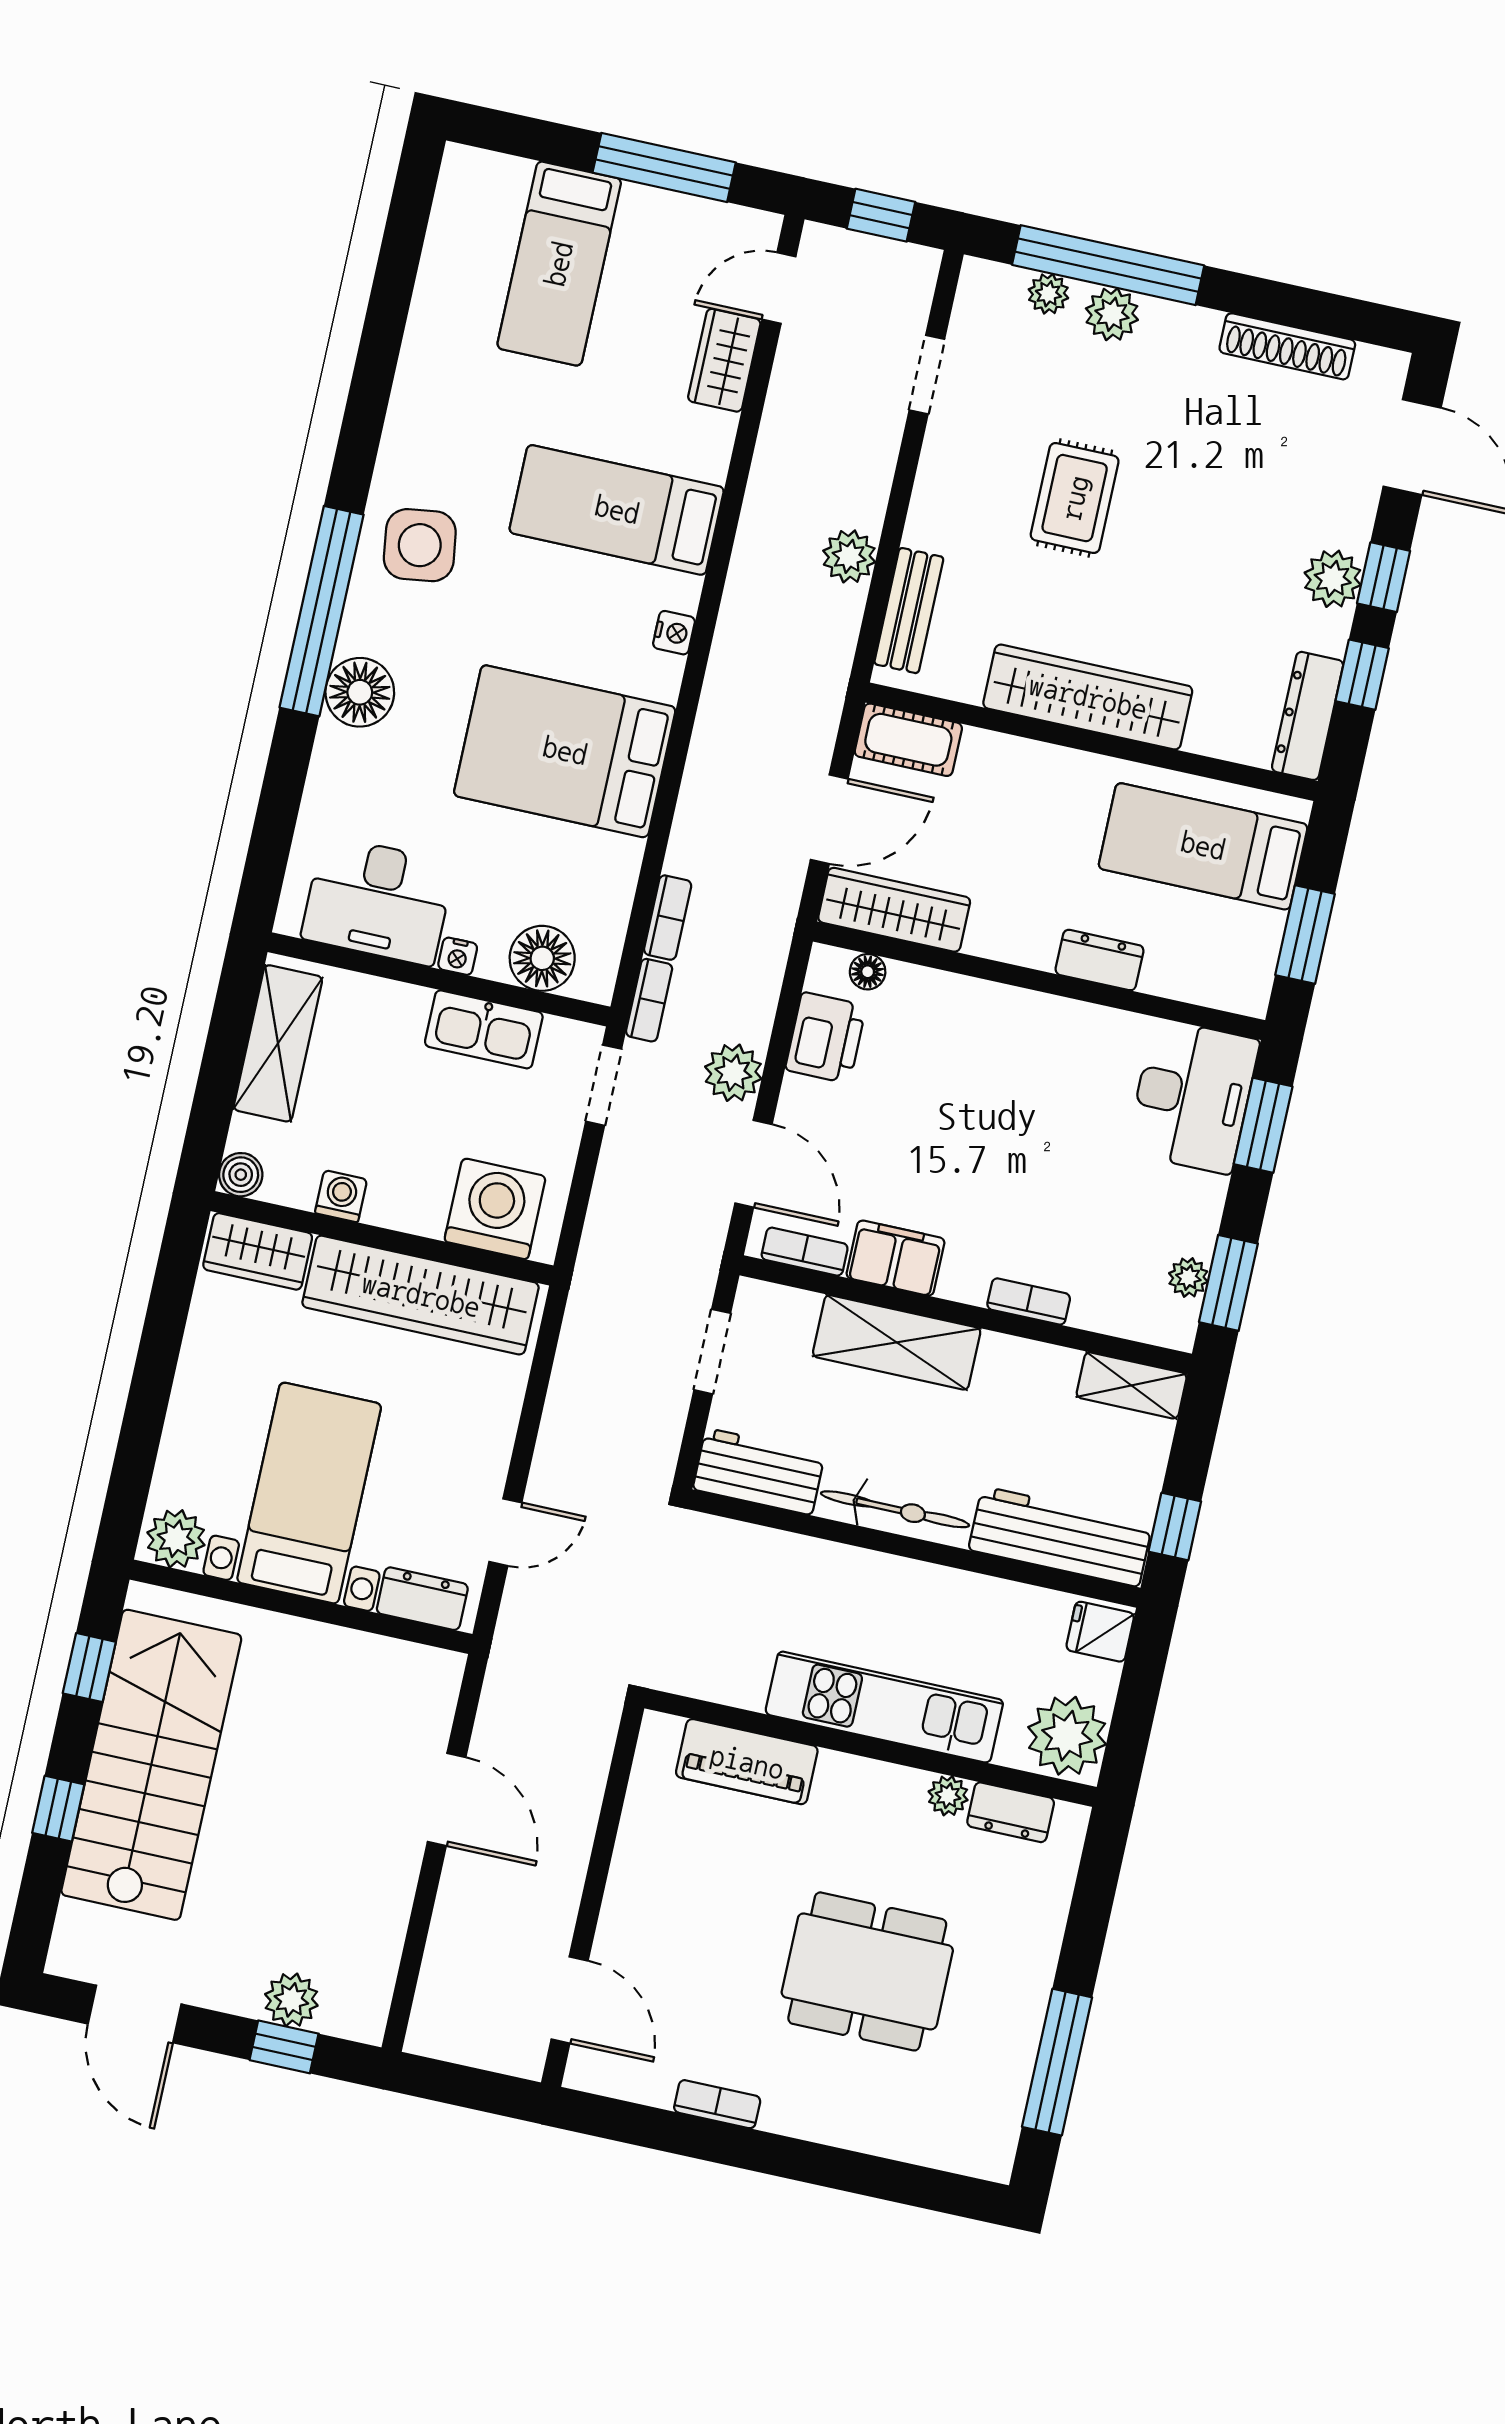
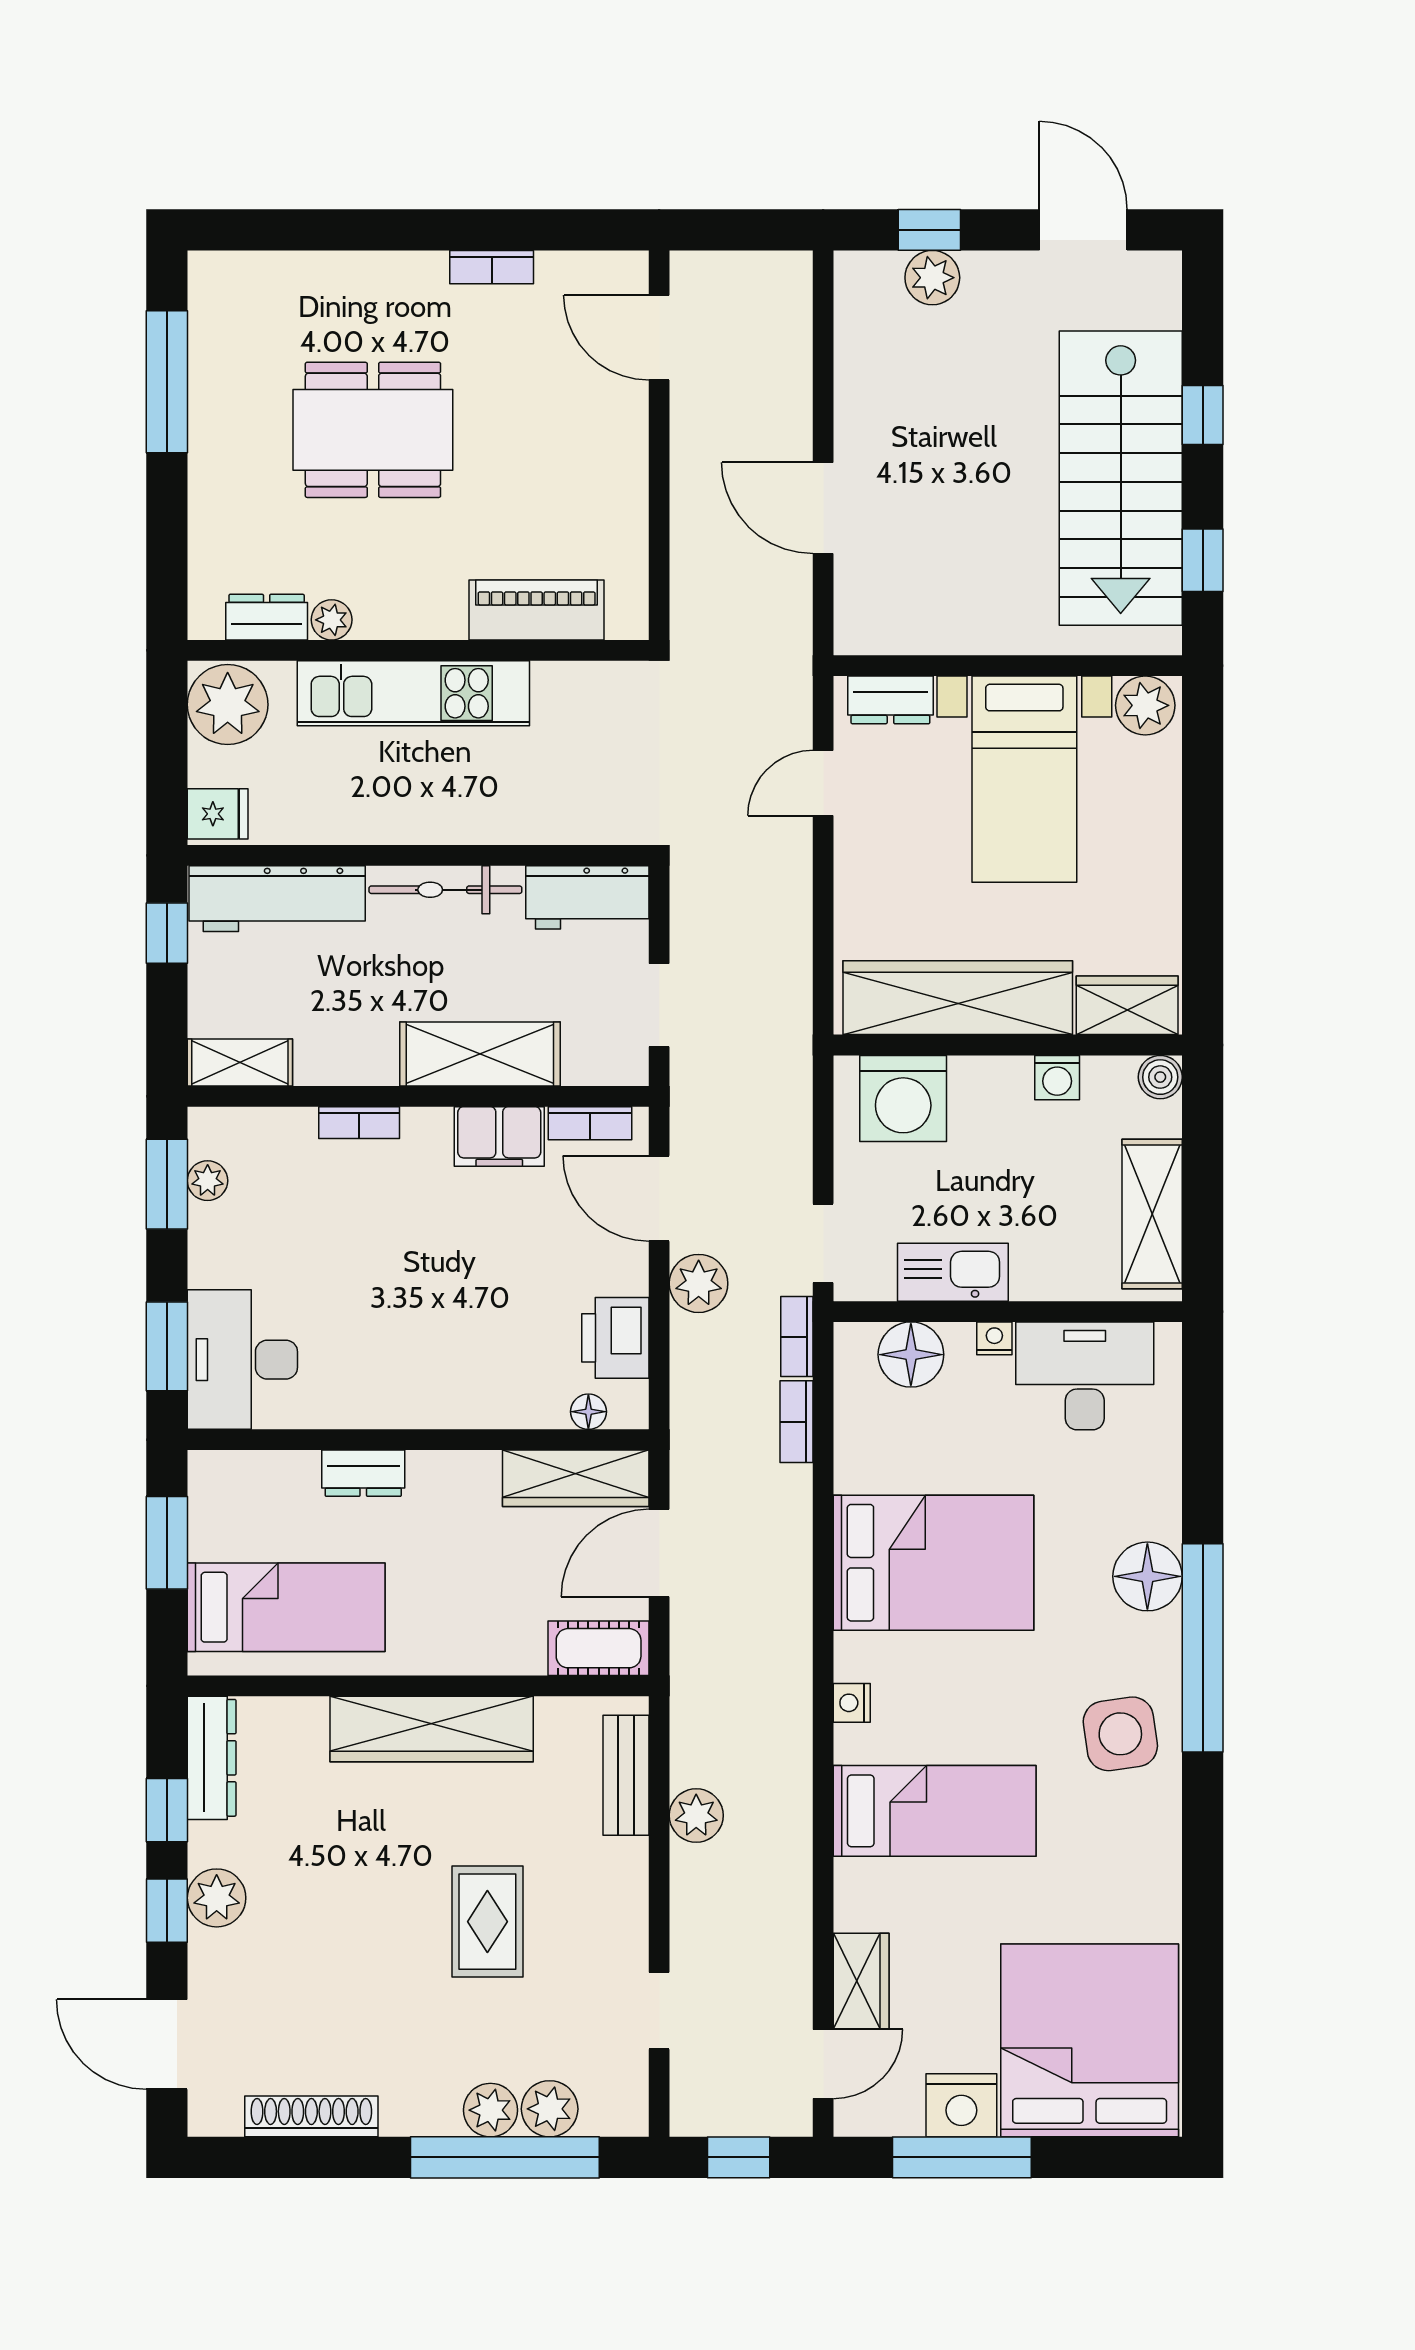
nightstand: (654, 218) -> (961, 2105), added
bed: (559, 264) -> (1090, 2040), width x2.04
plant: (1048, 294) -> (550, 2109), width x1.38, depth x1.38

